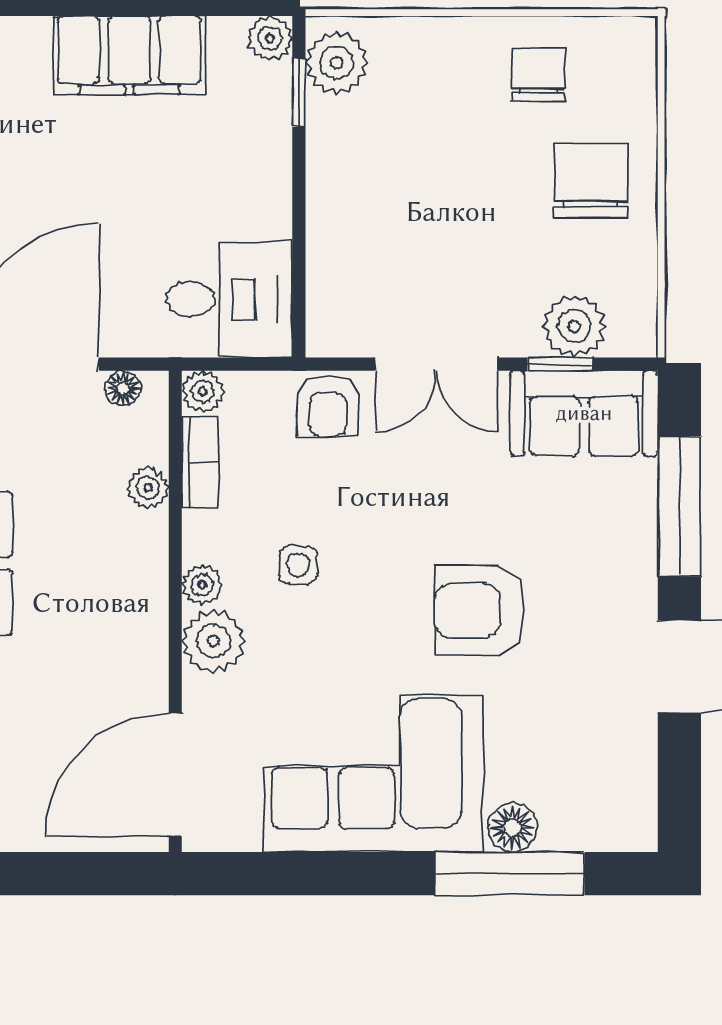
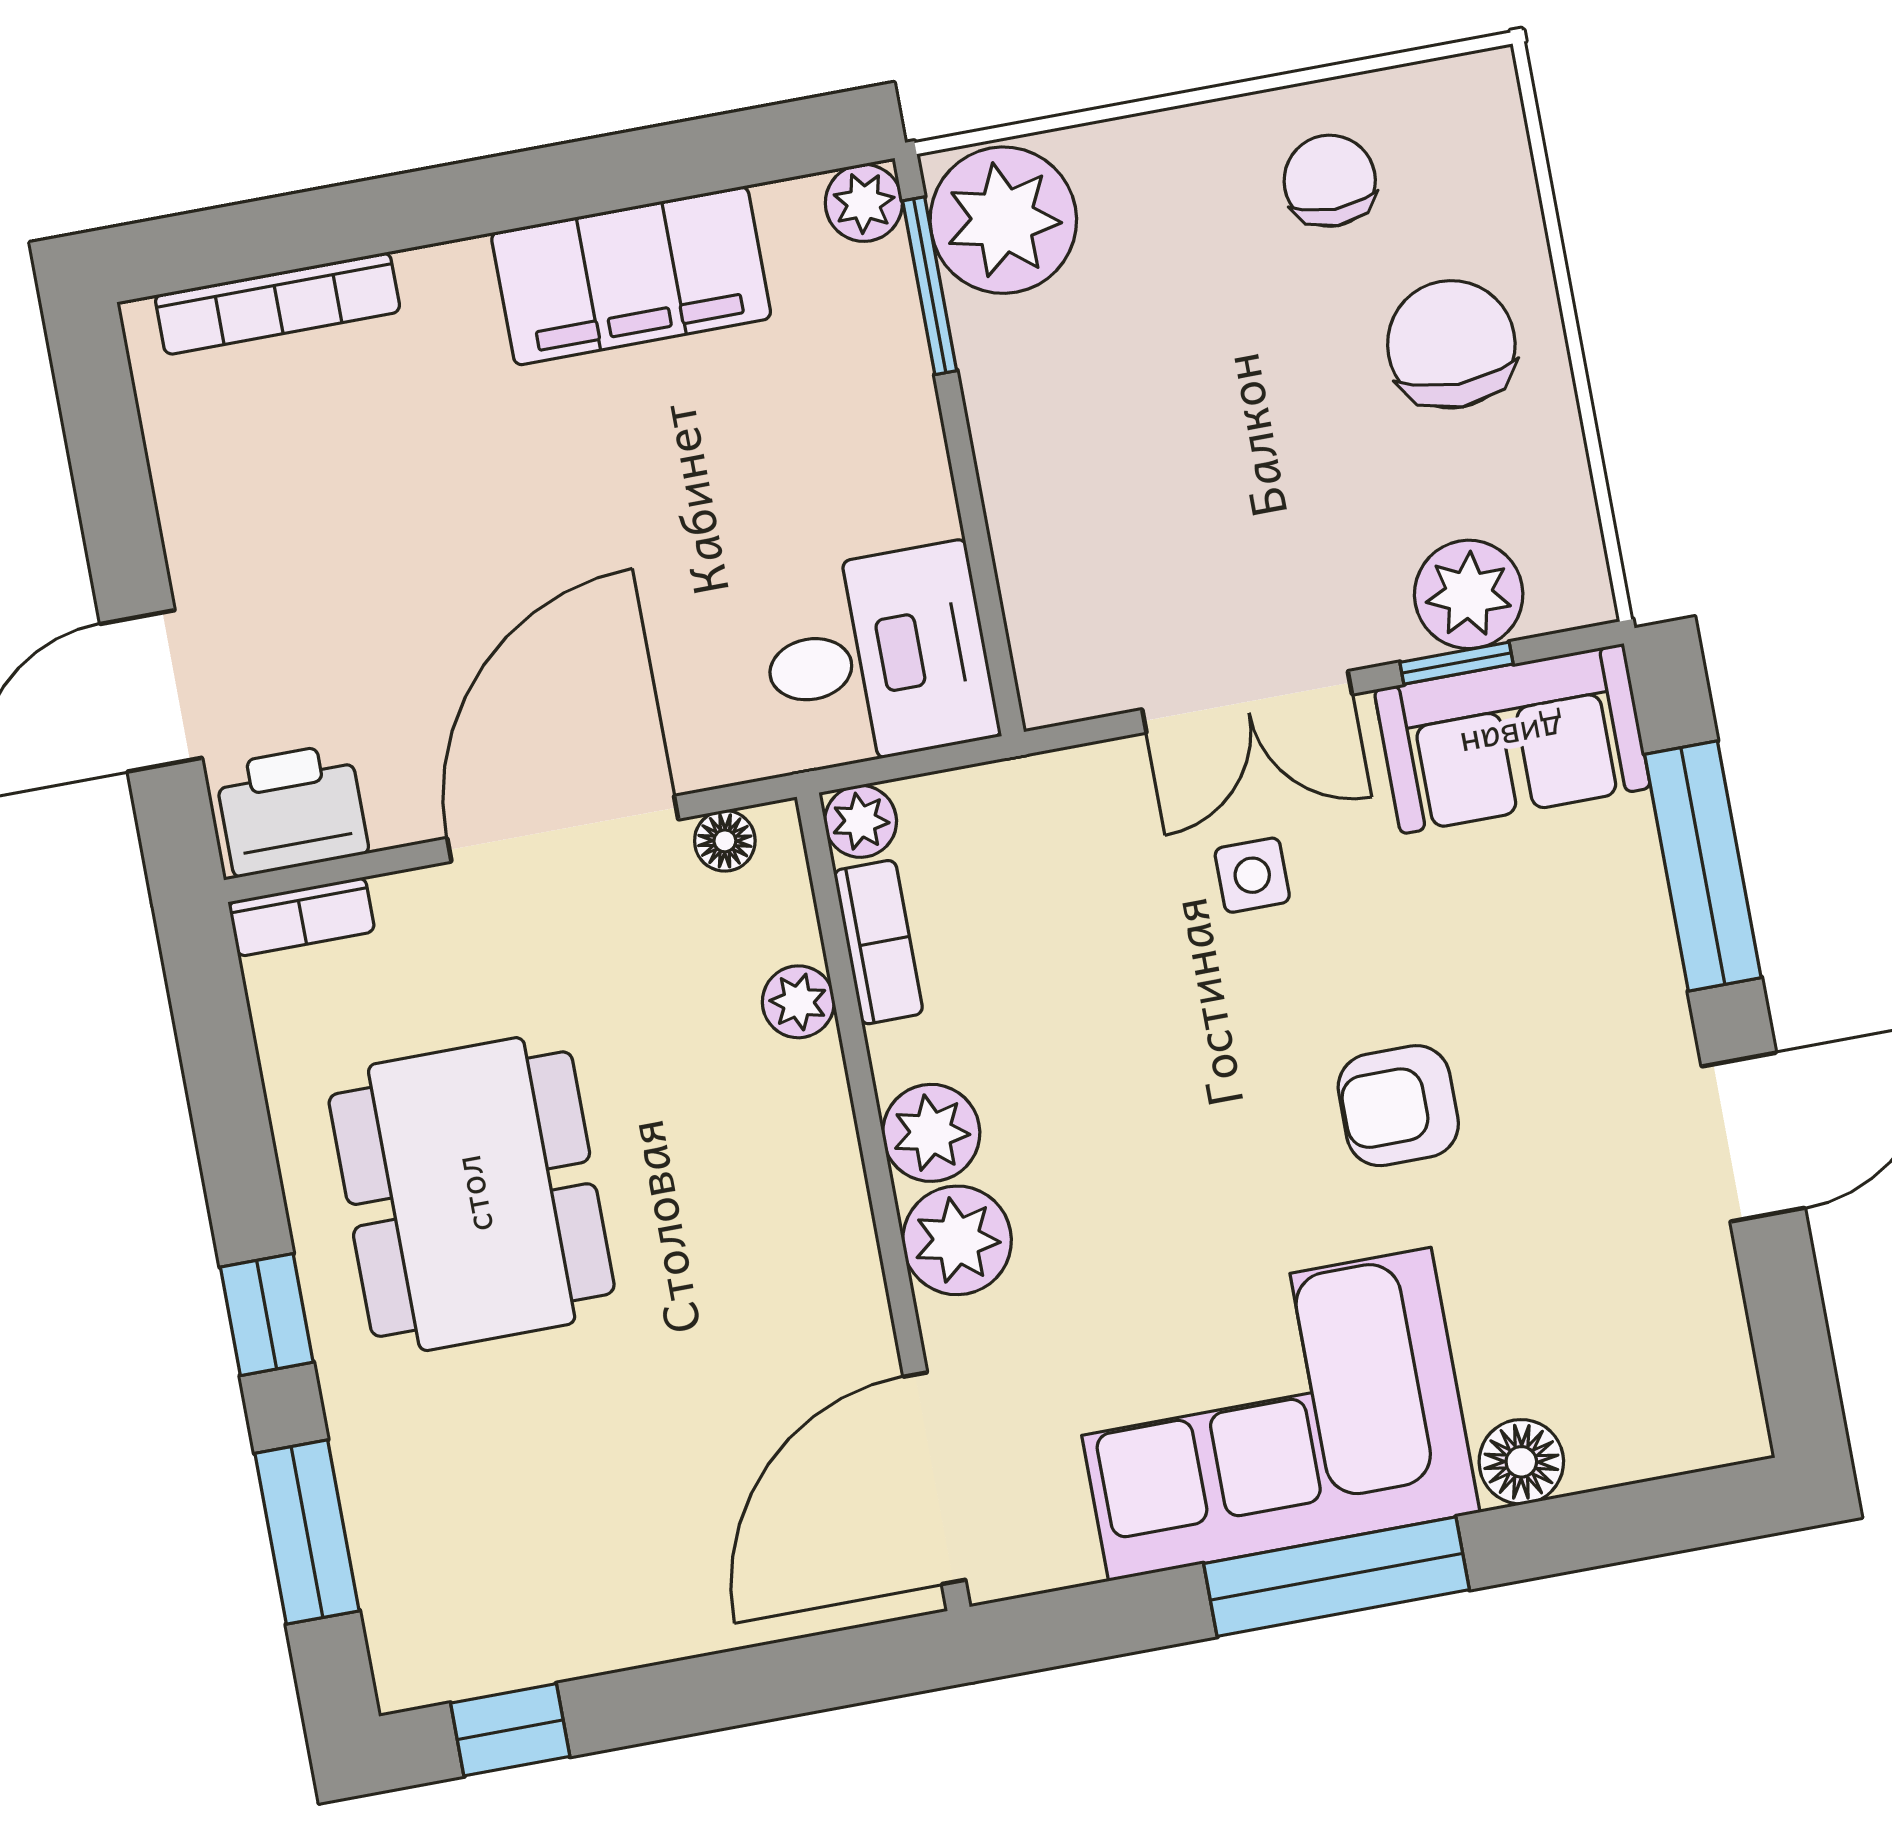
plant: (337, 63) -> (1003, 220), width x1.36, depth x1.36
window: (299, 93) -> (930, 286), width x1.50
armchair: (328, 406) -> (1077, 807), removed
side table: (298, 565) -> (1252, 875), moved
plant: (202, 585) -> (931, 1133), width x1.38, depth x1.38
armchair: (480, 611) -> (1398, 1106), width x0.72, depth x0.72
window: (510, 874) -> (1337, 1577), moved

